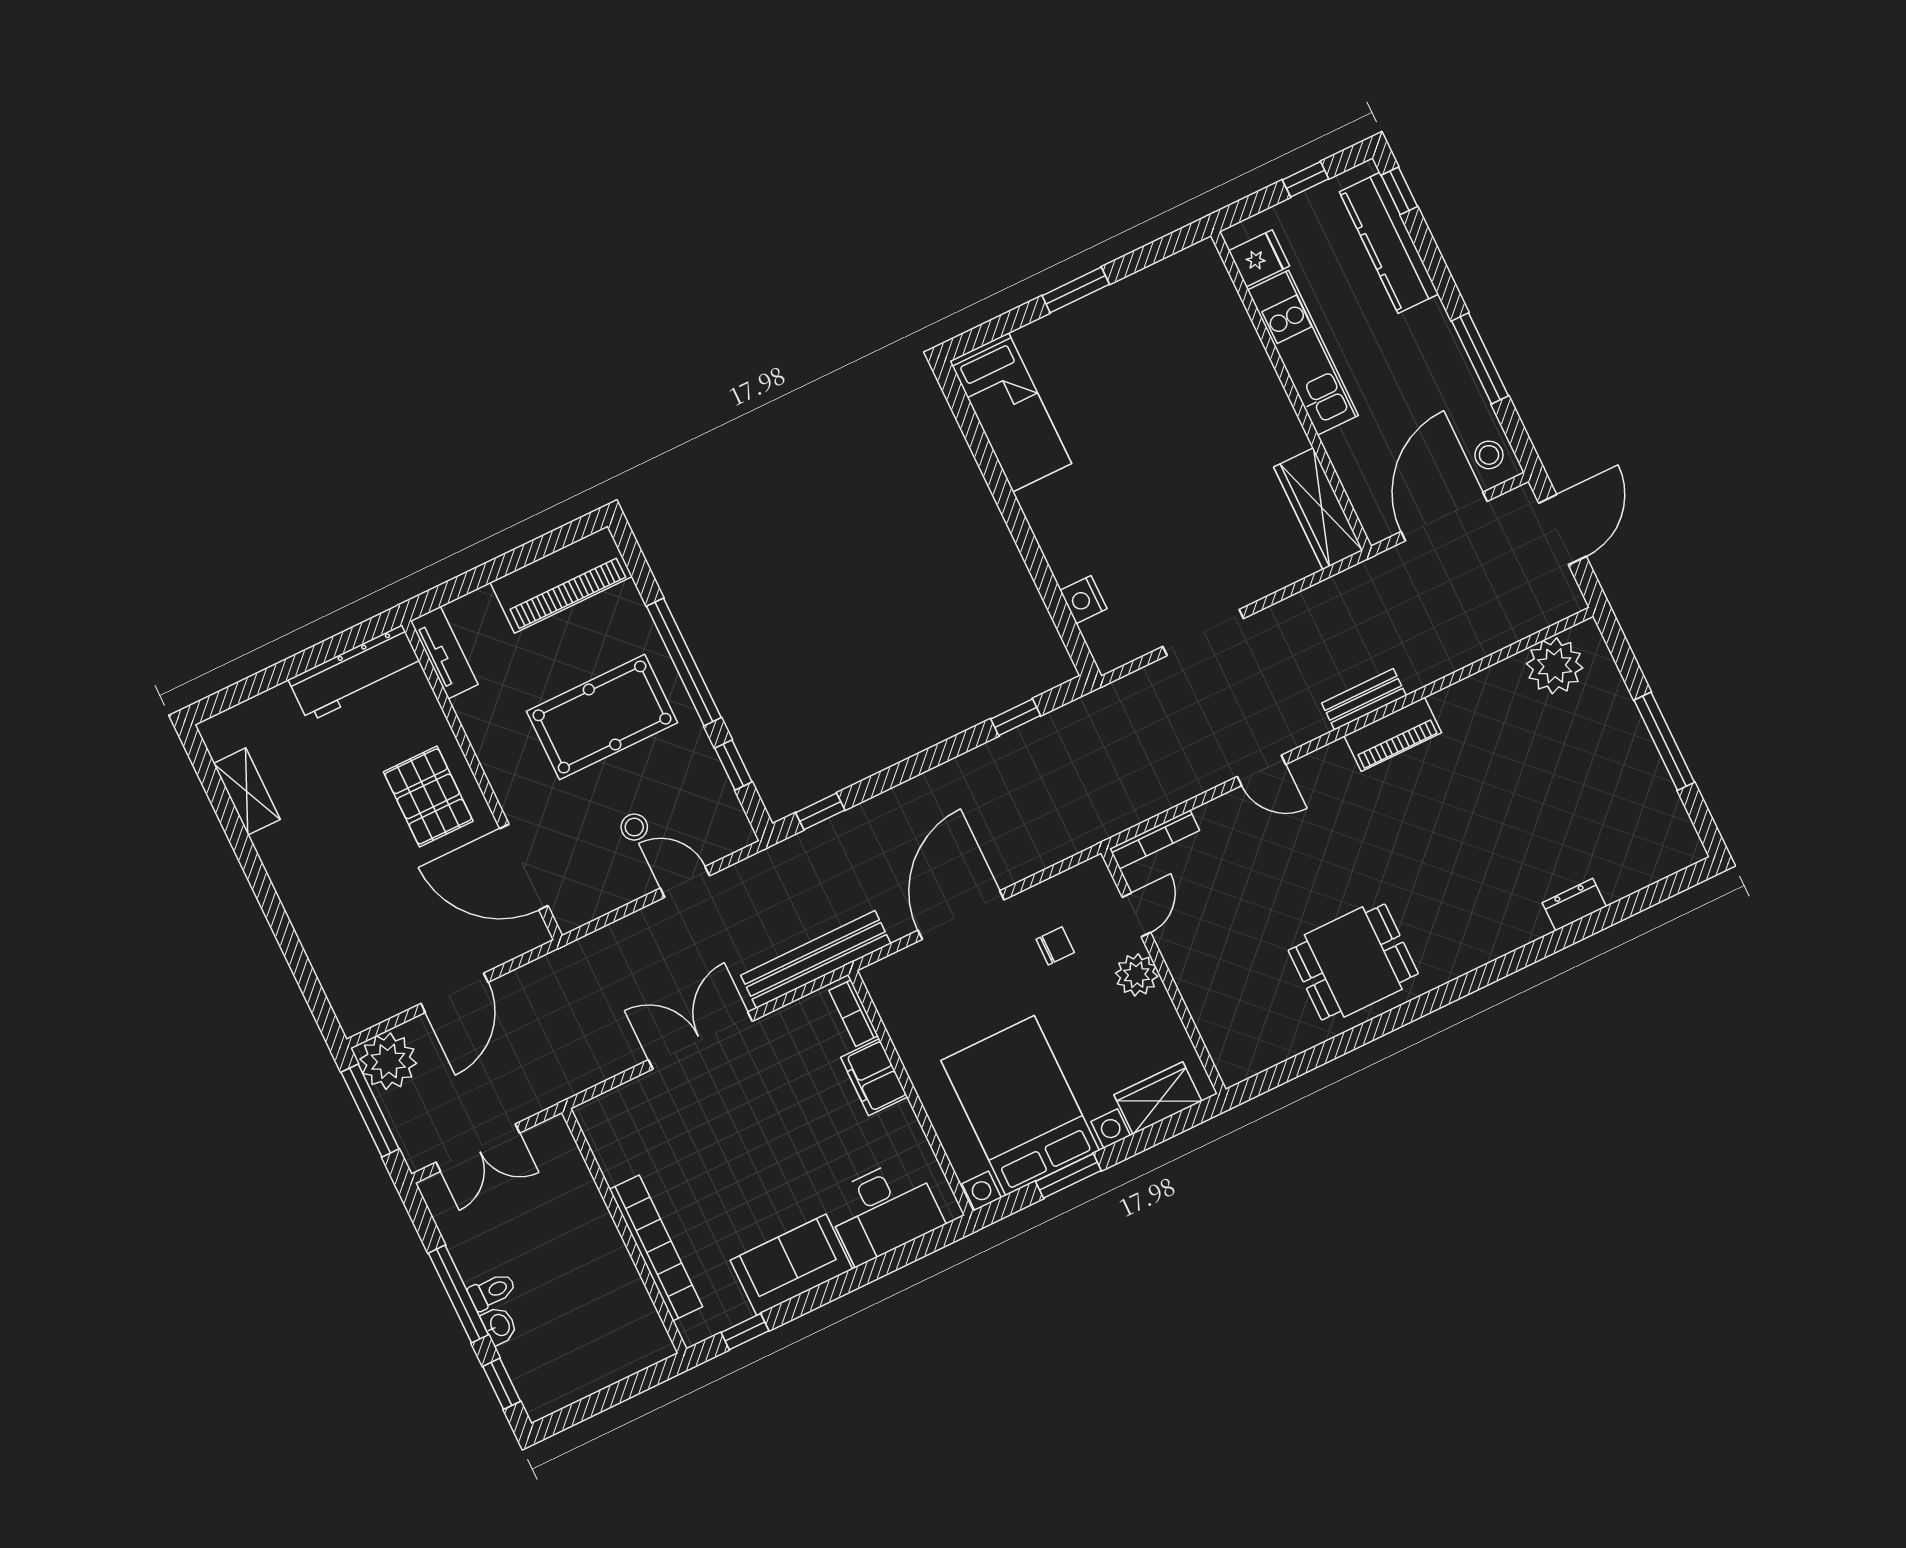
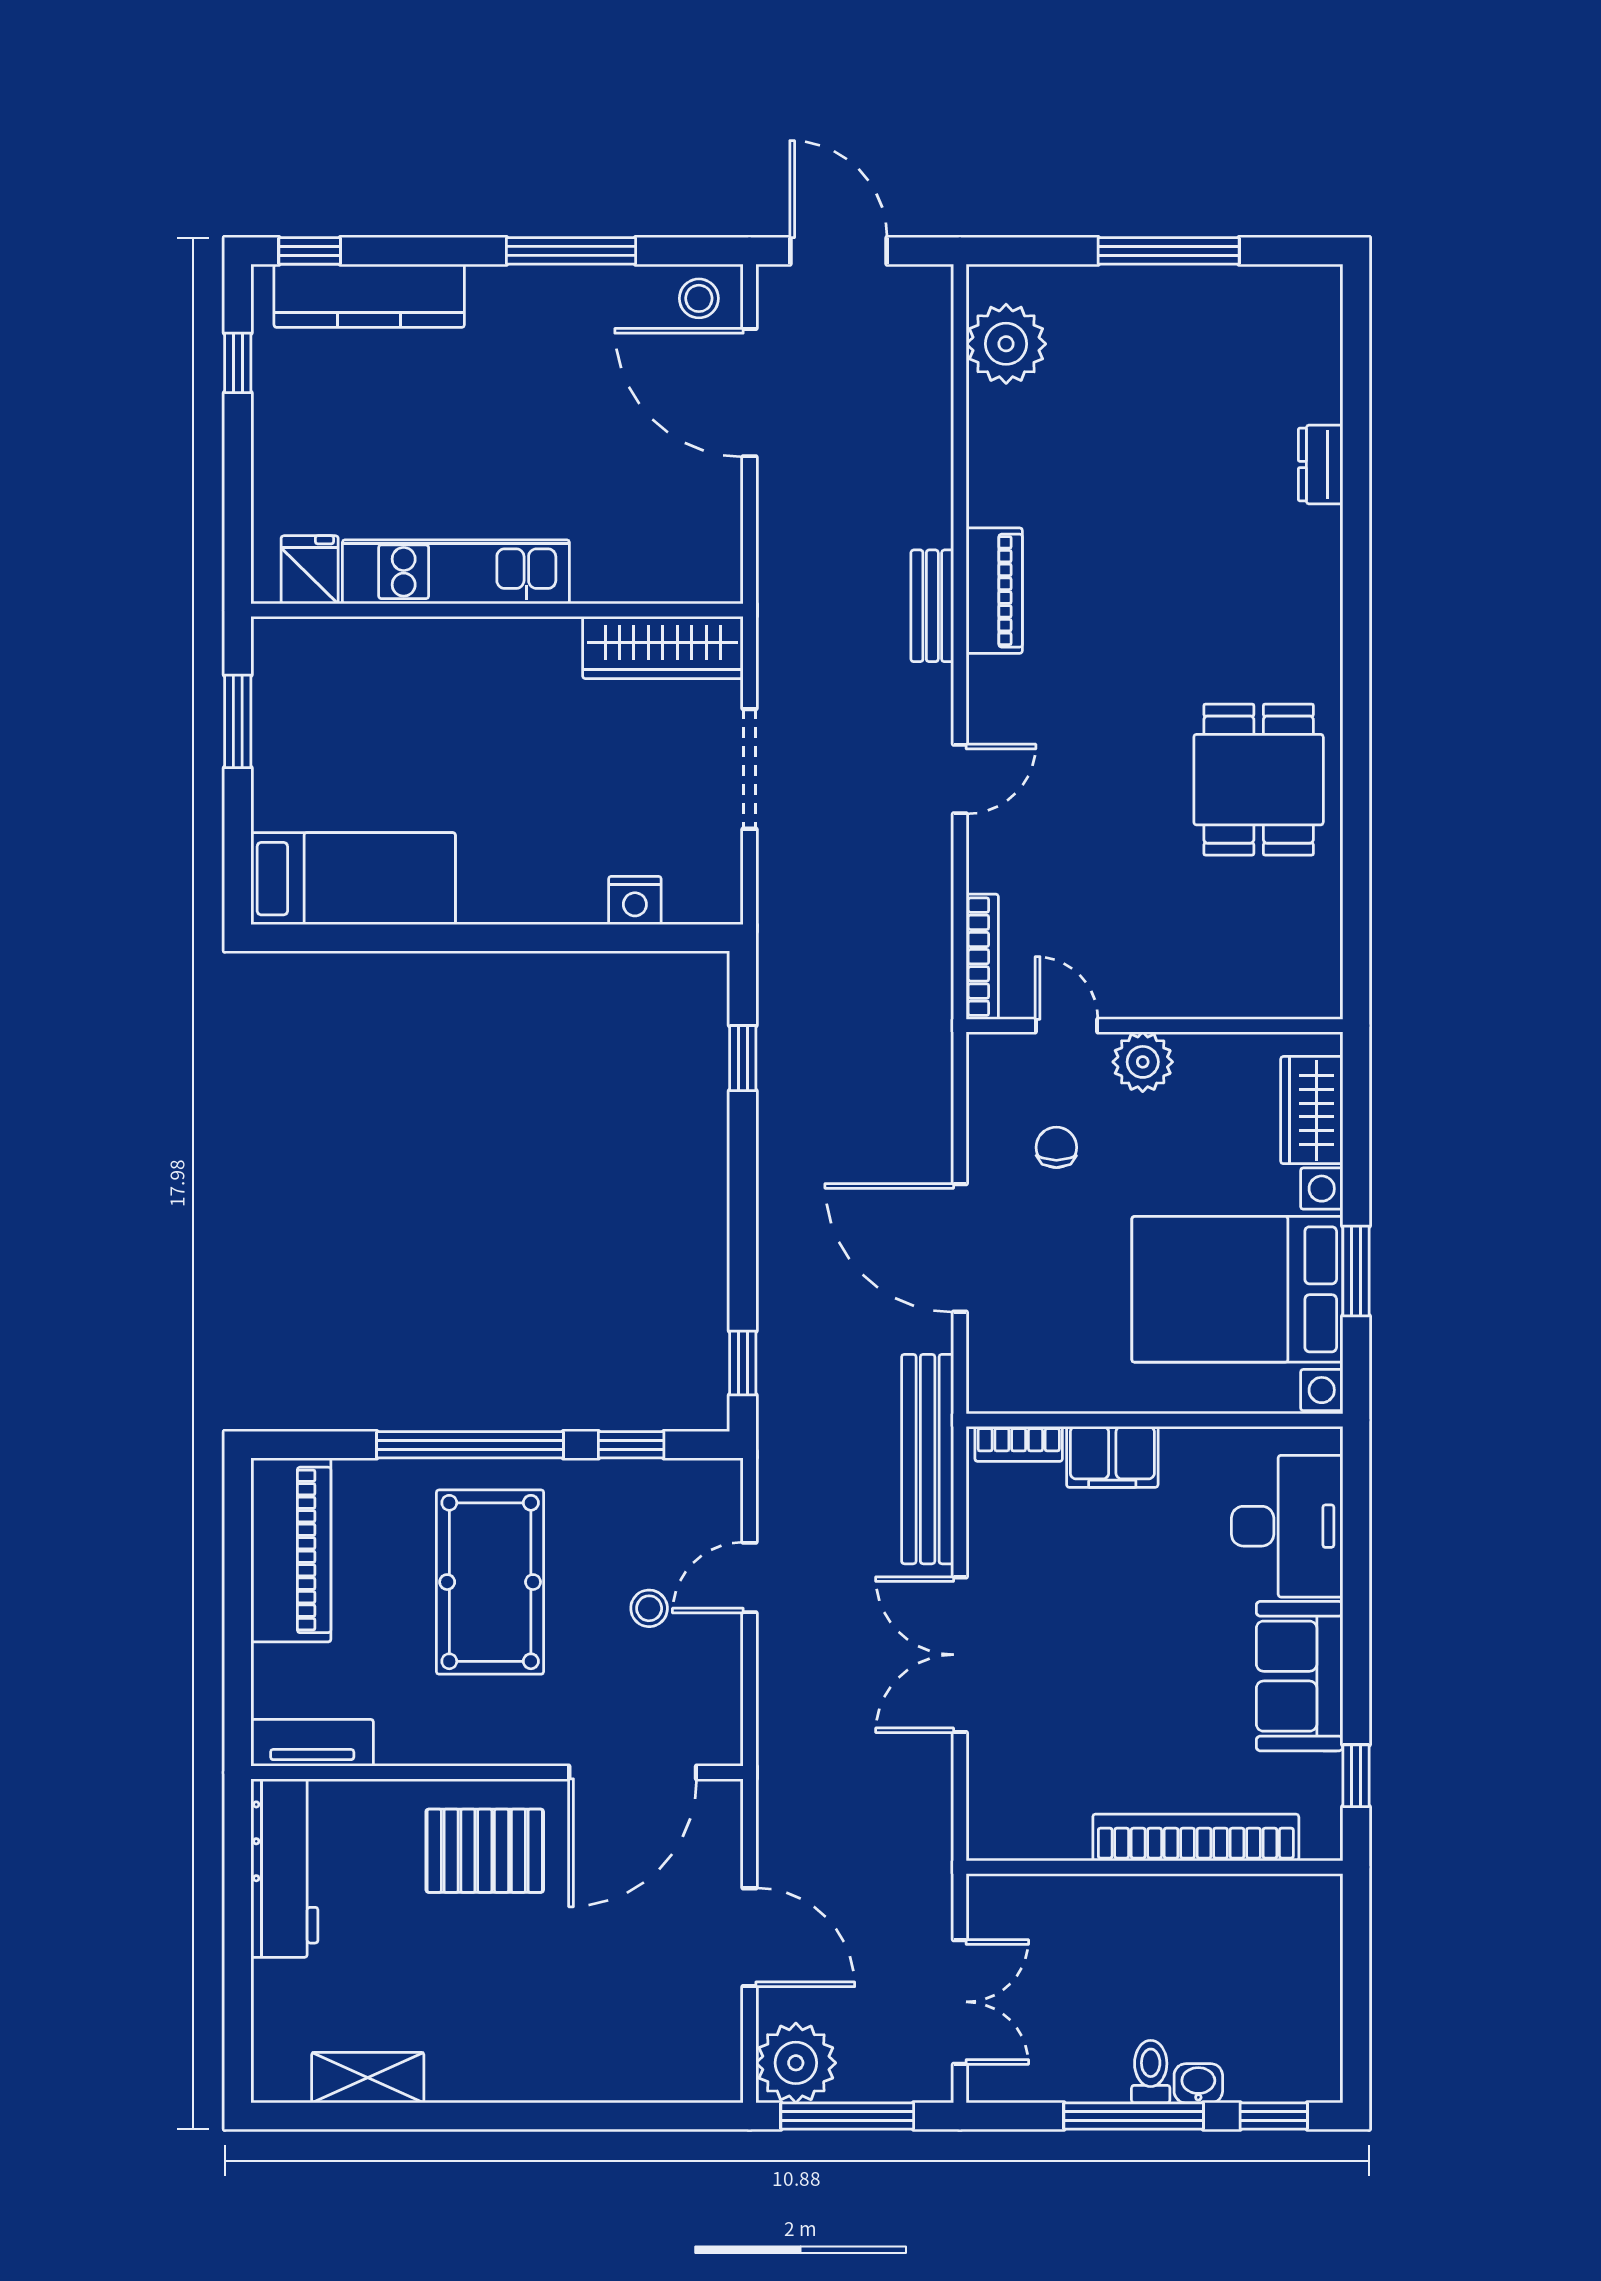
fridge: (1259, 258) -> (310, 570), moved
kitchen unit: (1303, 353) -> (456, 572), moved
wall: (1291, 391) -> (497, 610), moved
wardrobe: (1318, 509) -> (663, 647), moved

